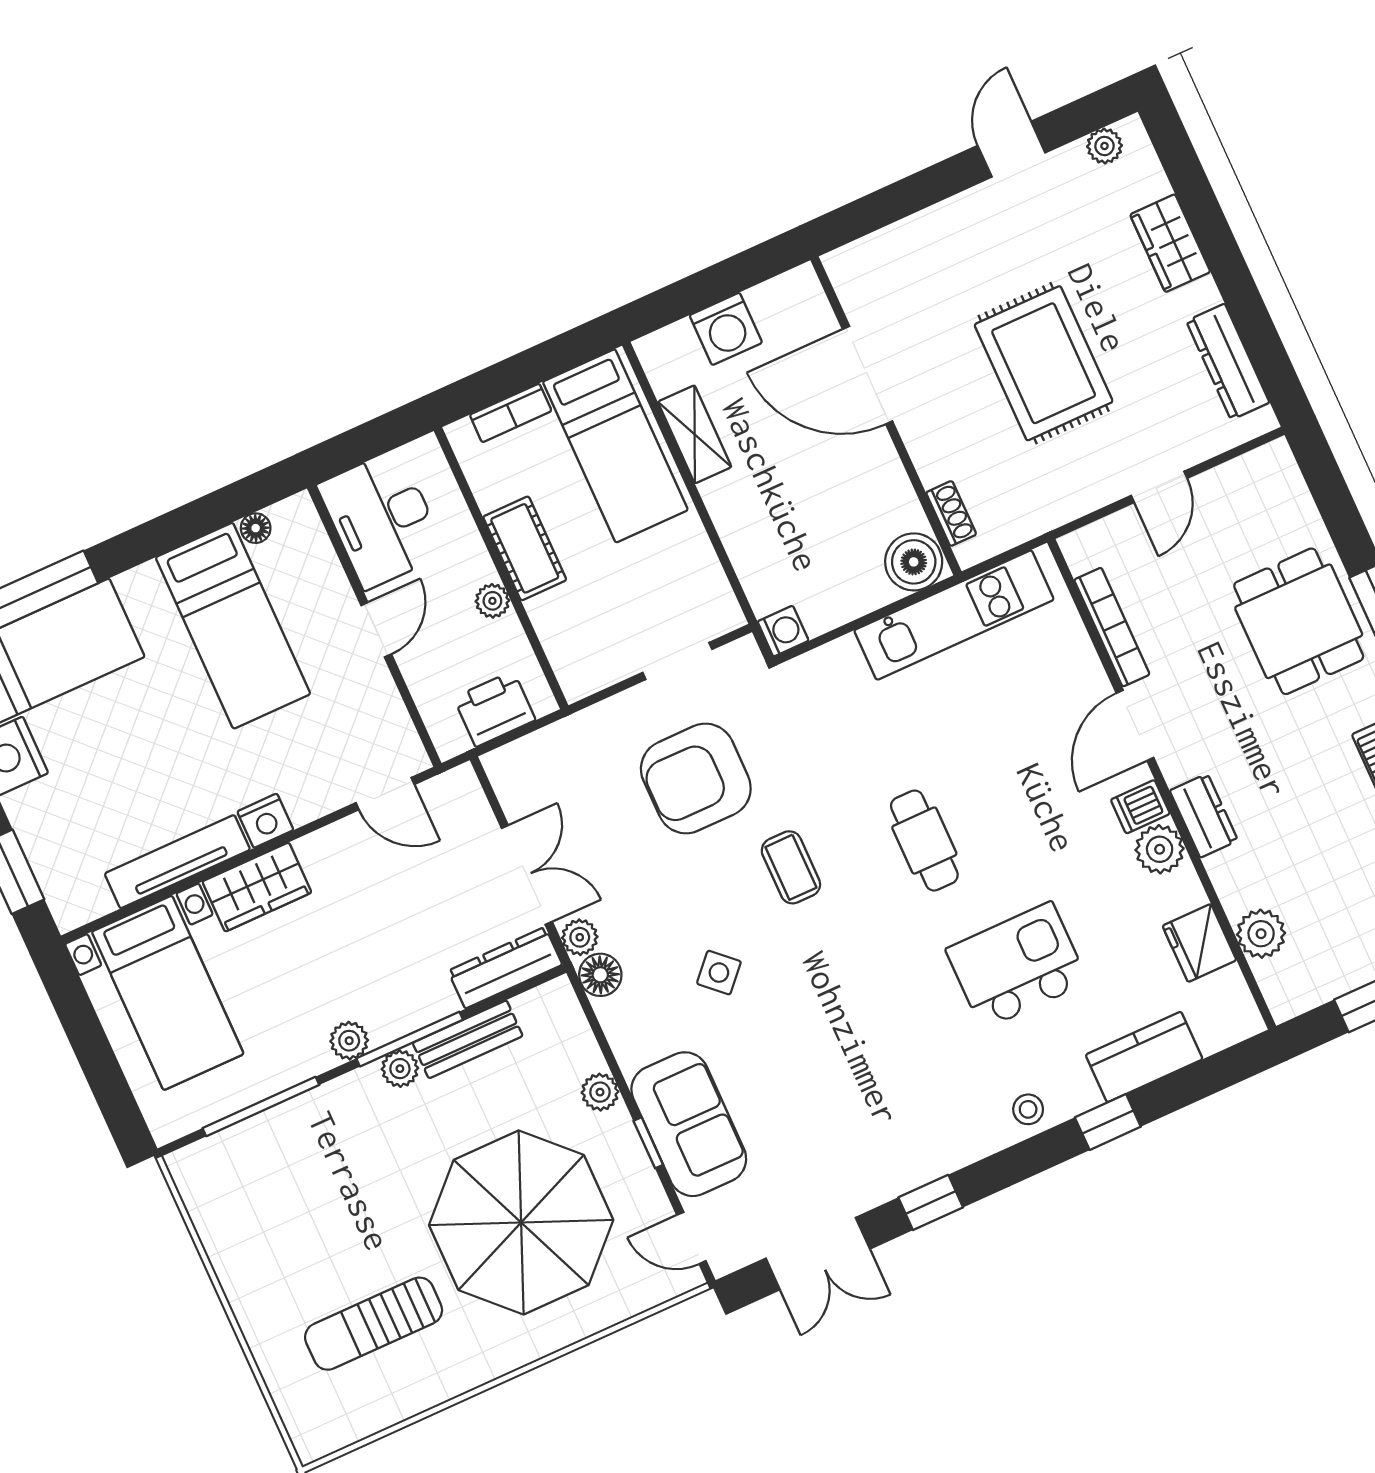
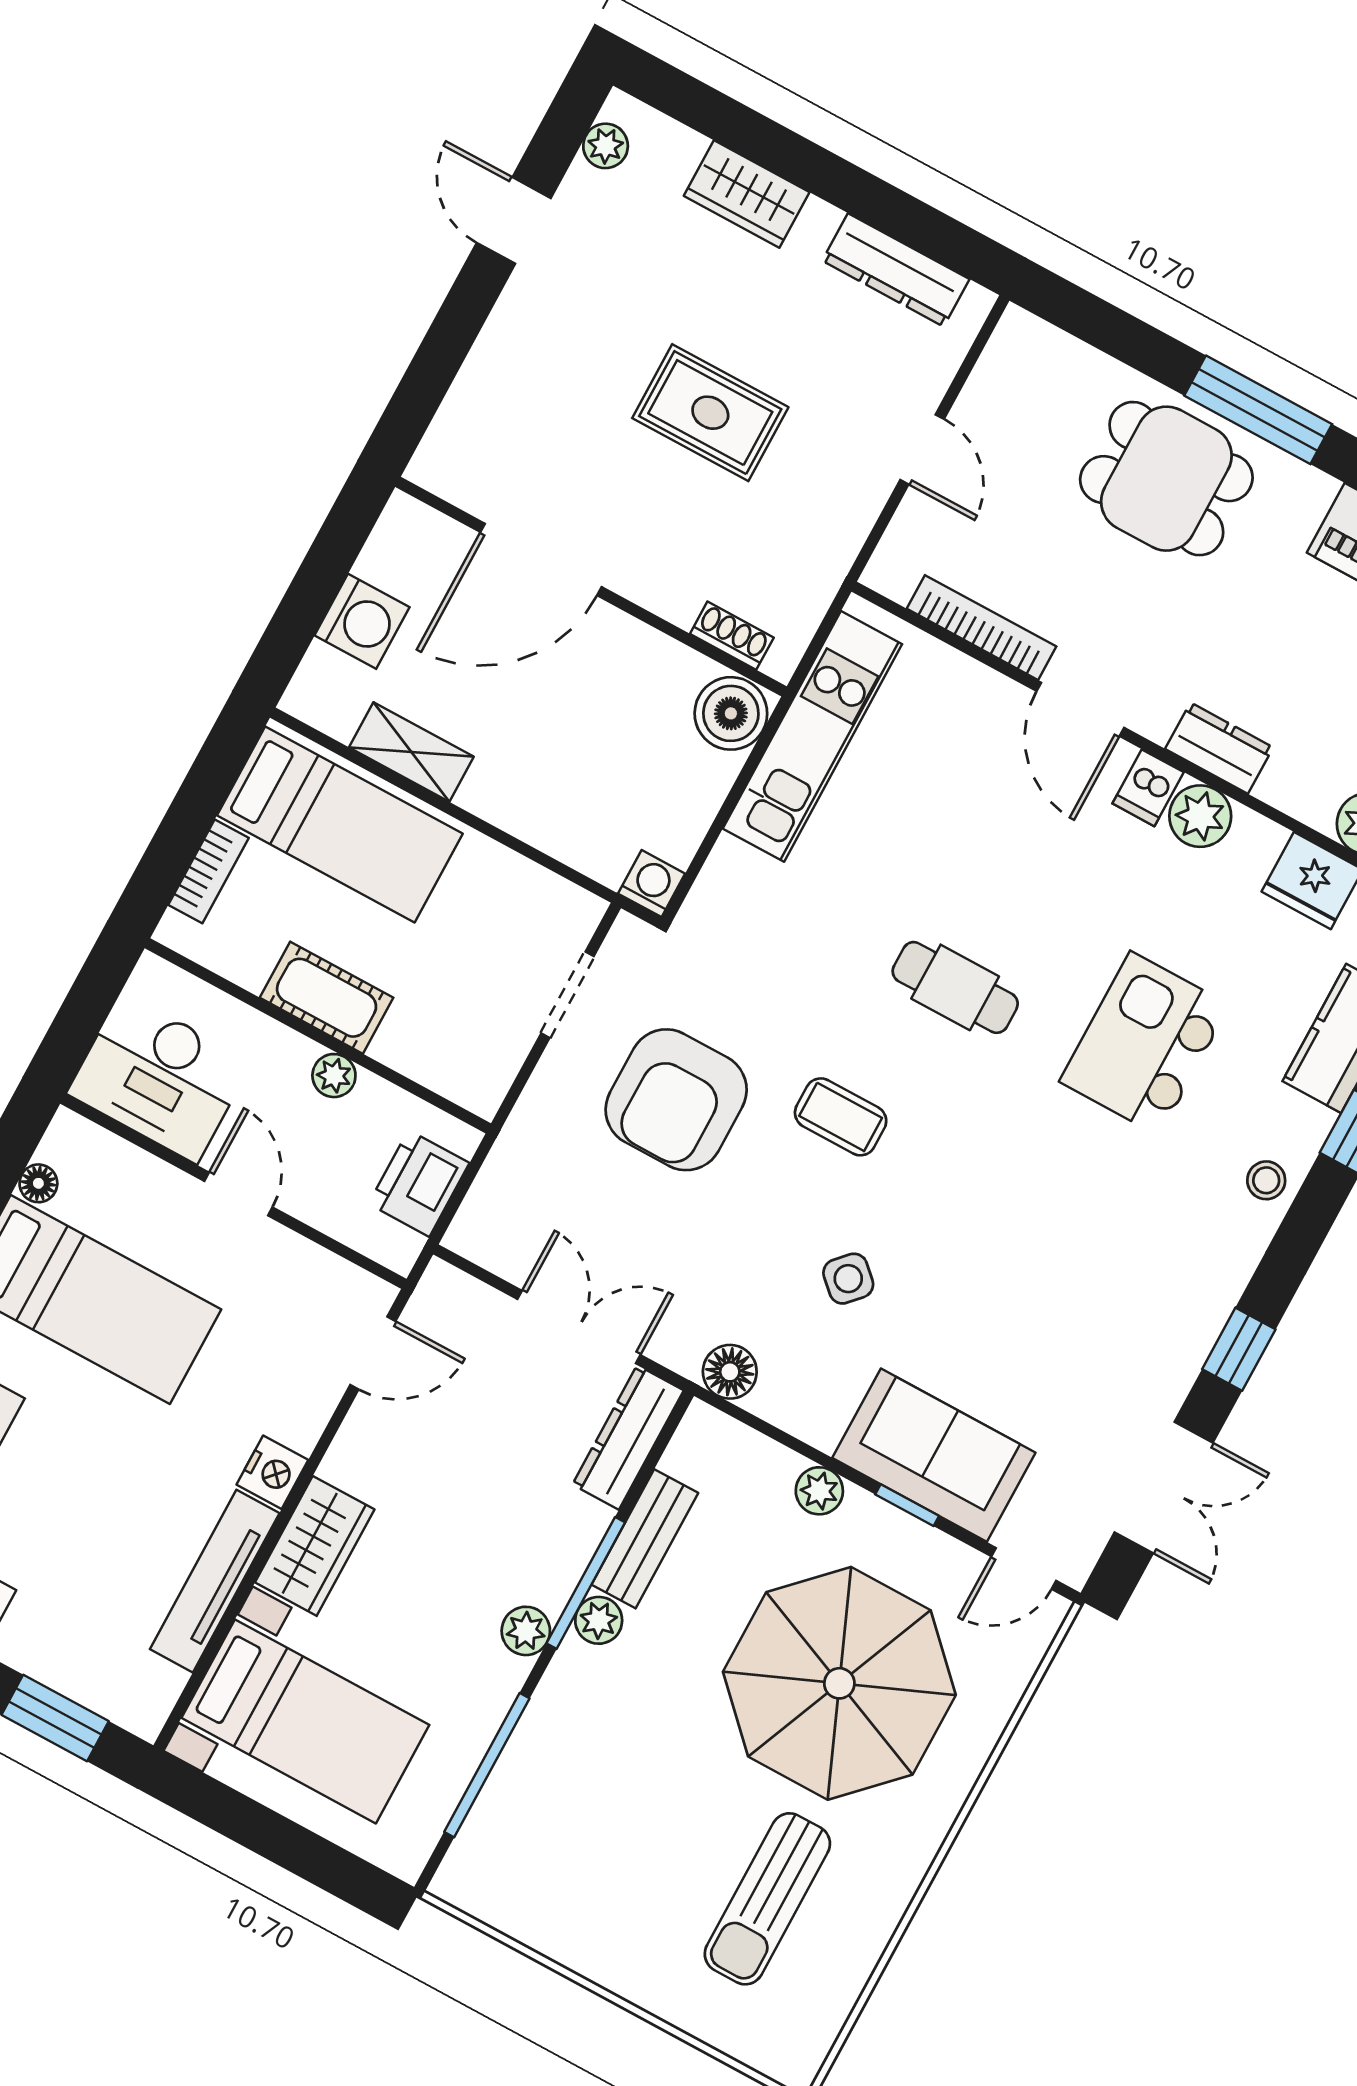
rug: (1044, 363) -> (710, 413), width x0.73, depth x0.70
plant: (580, 937) -> (680, 1349), removed

